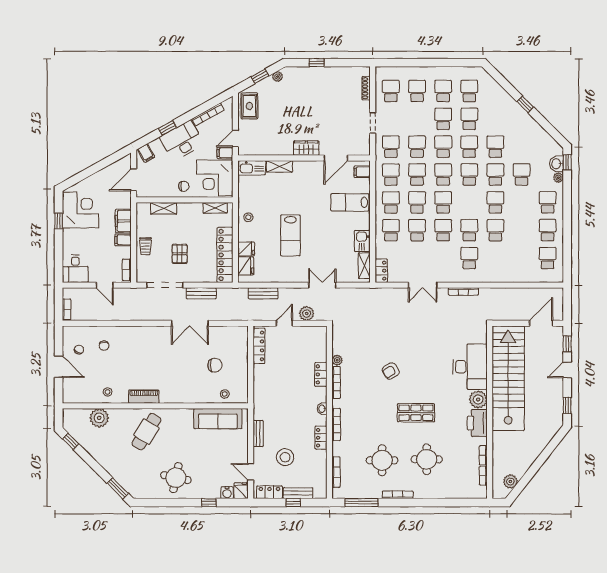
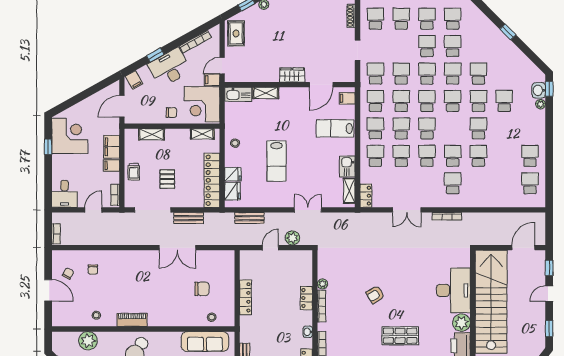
school desk: (548, 202) -> (530, 128), removed
door: (105, 285) -> (93, 210), swing flipped
locker: (259, 346) -> (246, 297), moved

